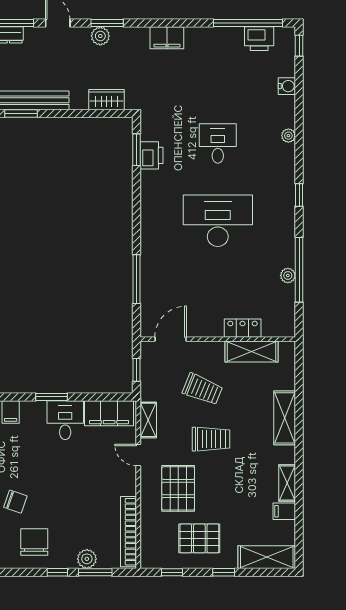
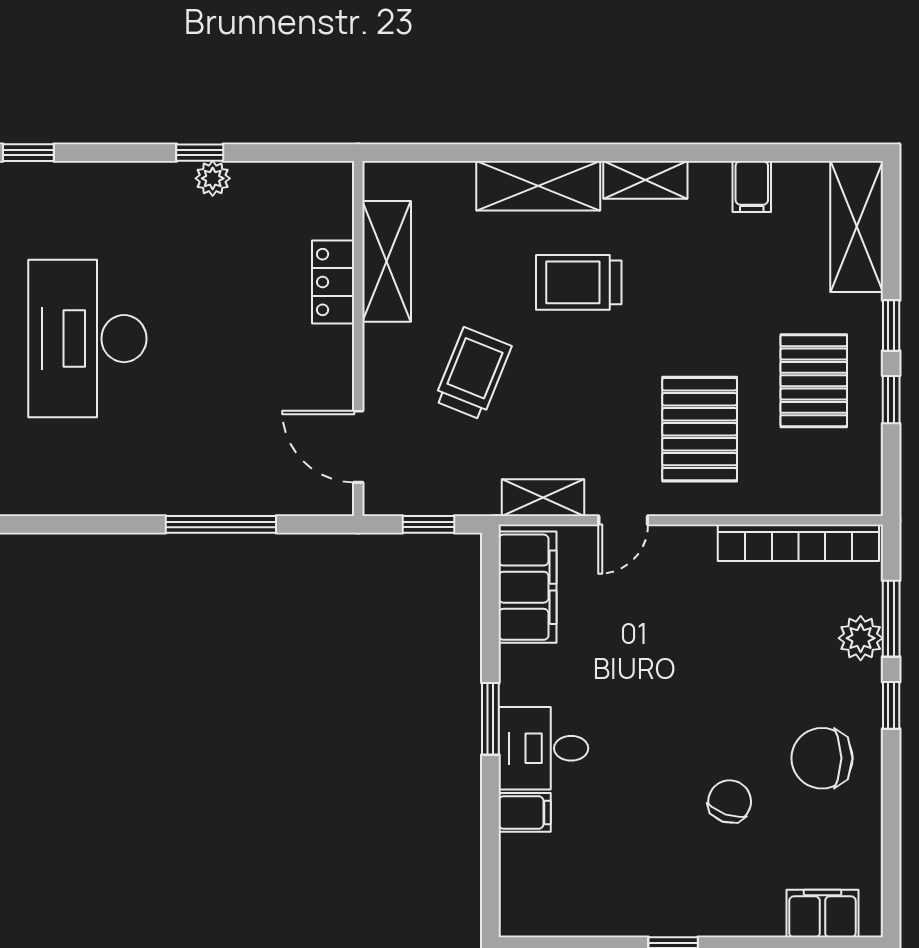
window: (299, 270) -> (200, 153), width x0.32
desk: (65, 420) -> (543, 748), moved
trolley: (211, 439) -> (579, 282), moved, turned -90
shelving: (287, 483) -> (645, 180), moved
pallet: (178, 488) -> (700, 429), turned 90
window: (172, 572) -> (891, 400), moved

